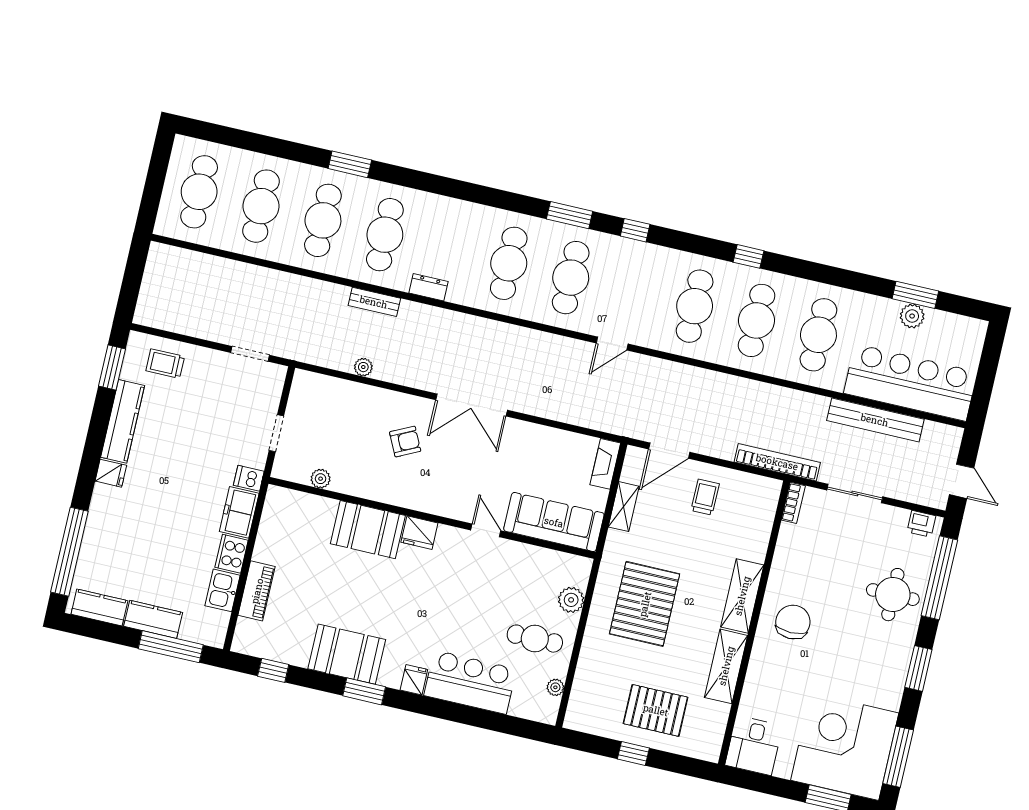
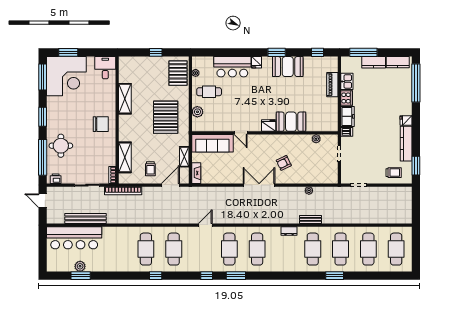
cafe table: (818, 335) -> (118, 249), removed
shelving: (742, 596) -> (125, 157), moved
chair: (793, 622) -> (101, 124), turned -90
pallet: (656, 710) -> (178, 73), moved, turned 90

